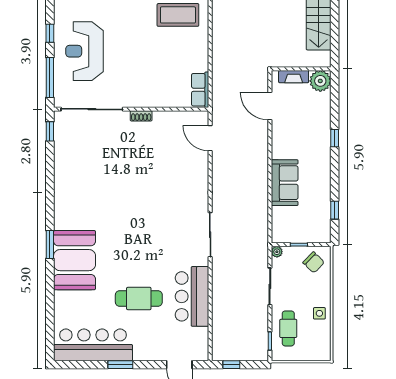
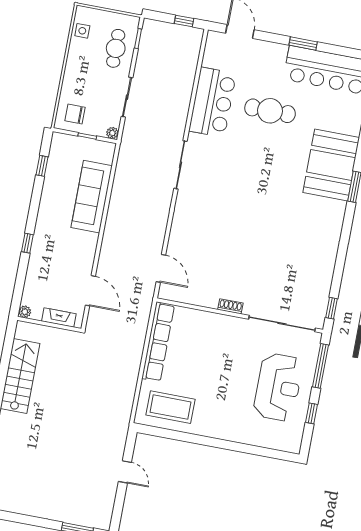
plant: (320, 81) -> (25, 312), width x0.53, depth x0.53
row of seats: (200, 90) -> (158, 342), width x2.02
sofa: (285, 183) -> (92, 197), width x1.36
chair: (314, 262) -> (75, 114), turned -44
side table: (319, 313) -> (82, 31), moved

